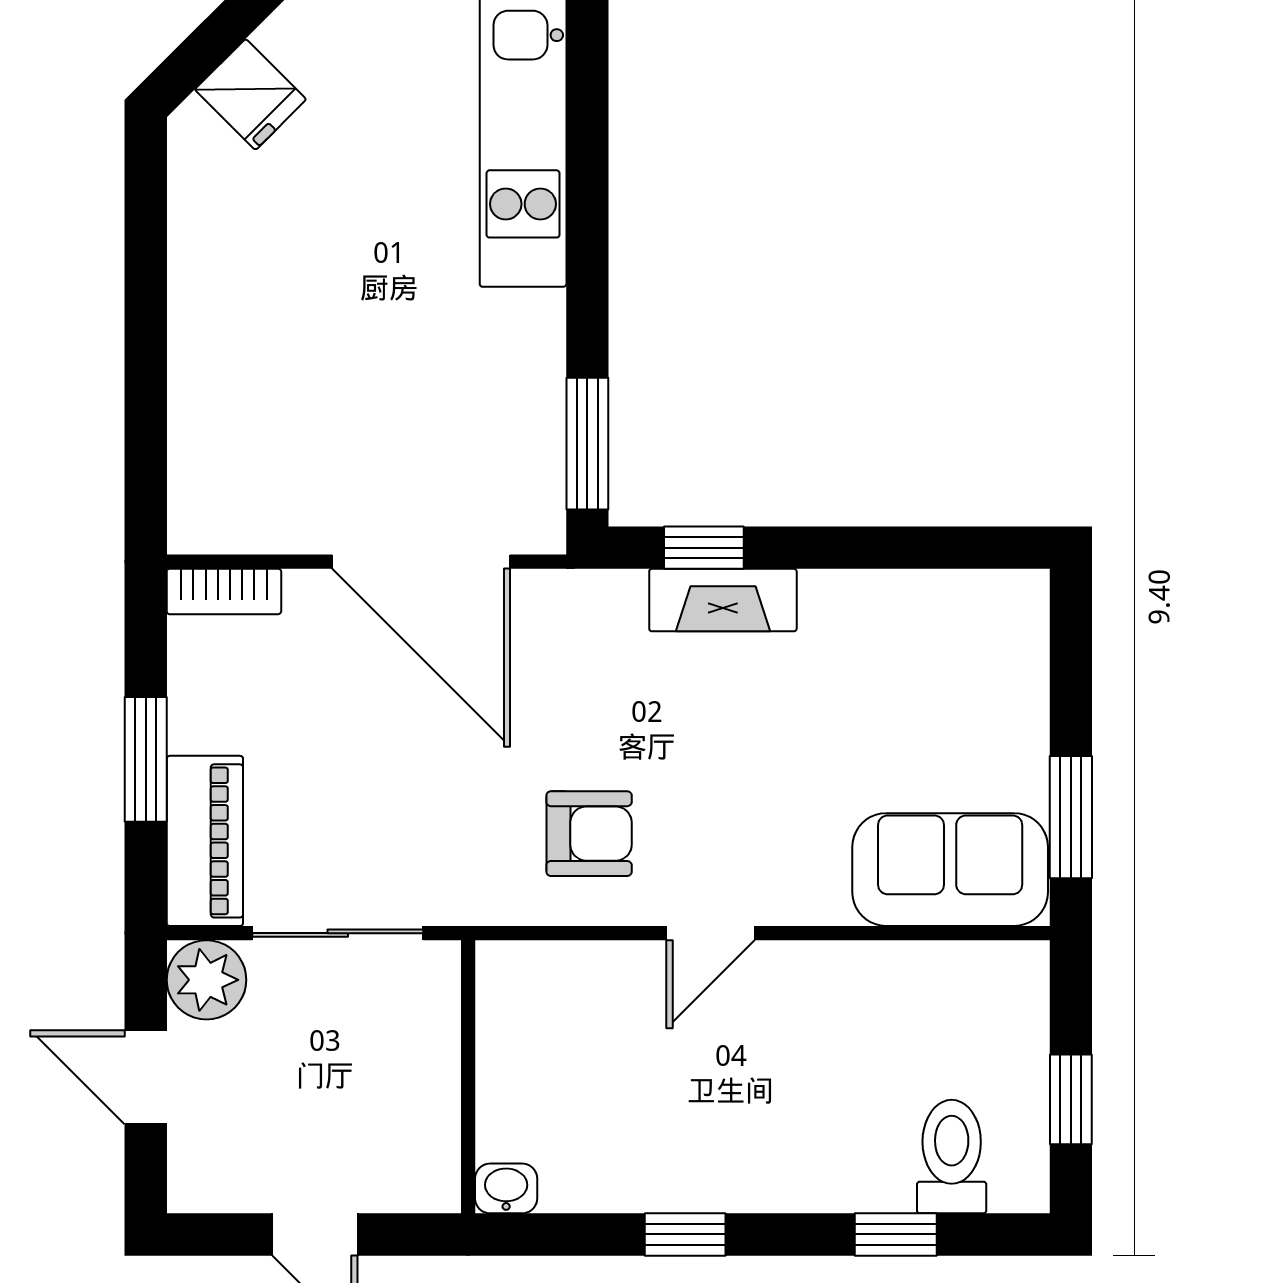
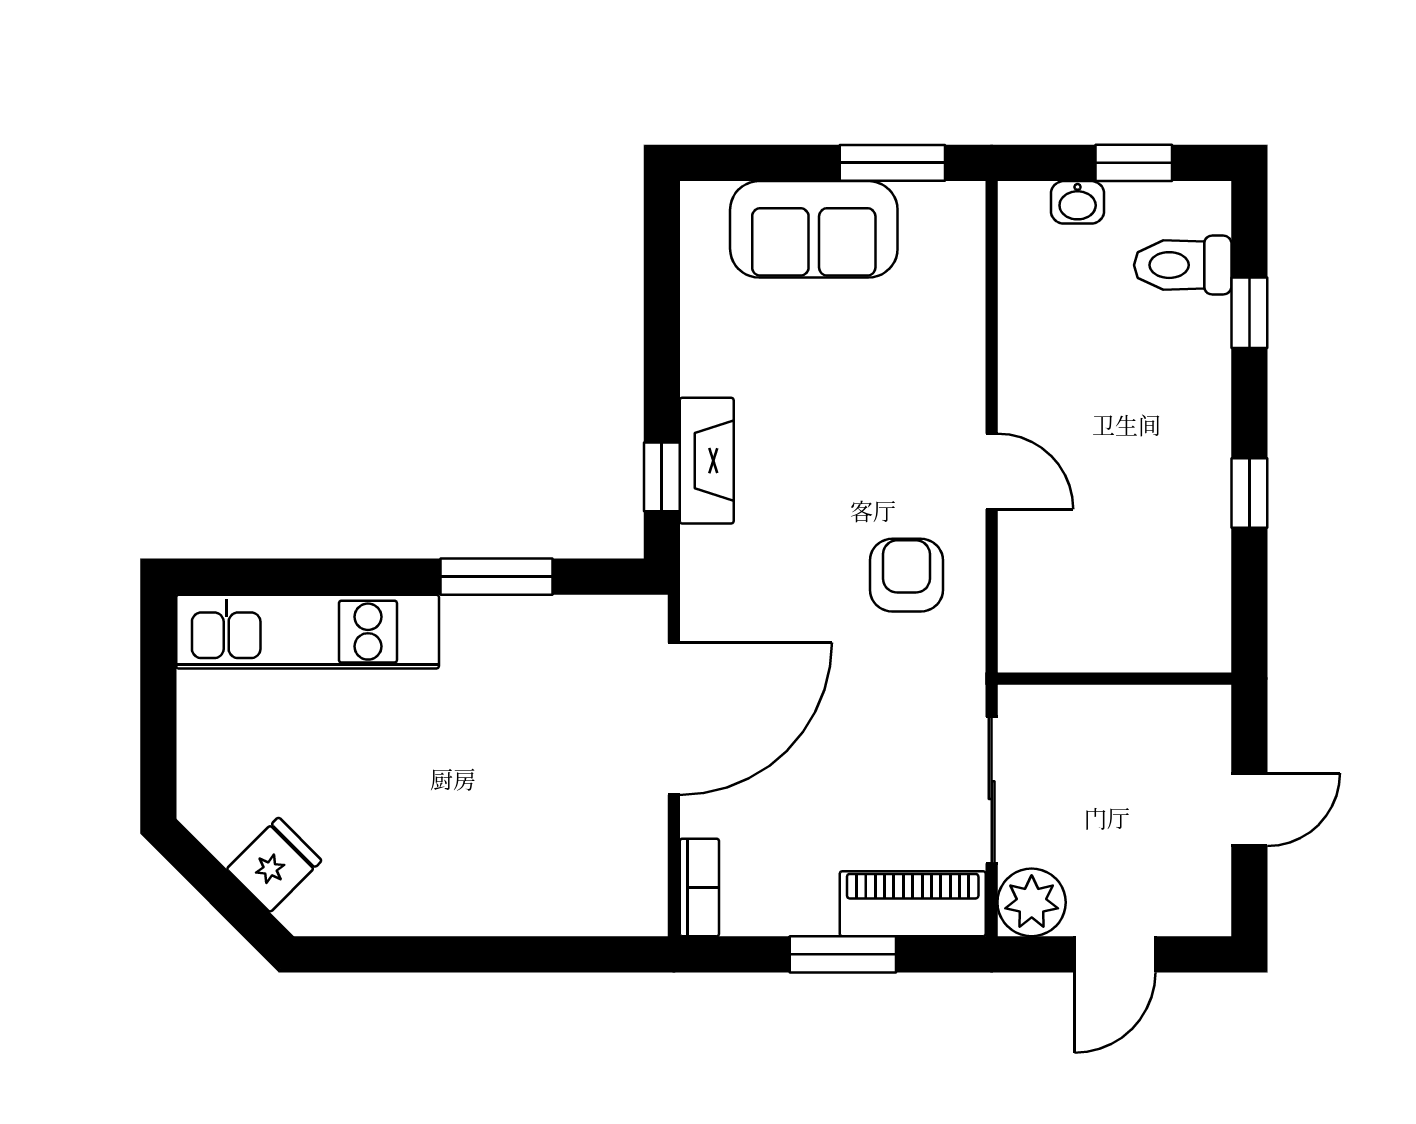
window: (587, 444) -> (497, 577), moved
sofa: (950, 870) -> (814, 229), moved, turned -90
washbasin: (506, 1188) -> (1078, 202), moved, turned -90

